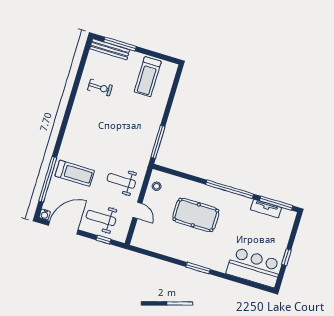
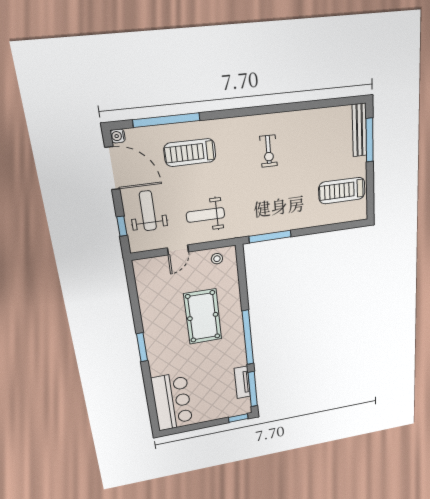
exercise bike: (100, 88) -> (269, 151), moved
treadmill: (75, 173) -> (190, 153), turned 90
weight bench: (121, 181) -> (205, 215), turned -90
window: (286, 257) -> (238, 418), moved

